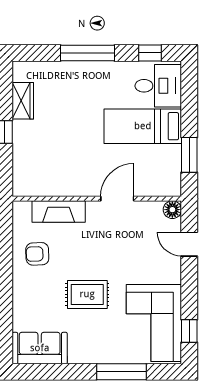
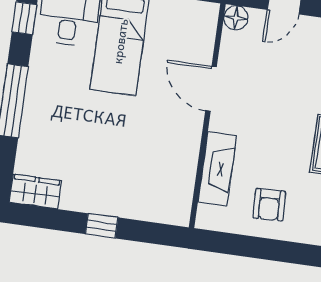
wardrobe: (23, 101) -> (35, 191), moved

